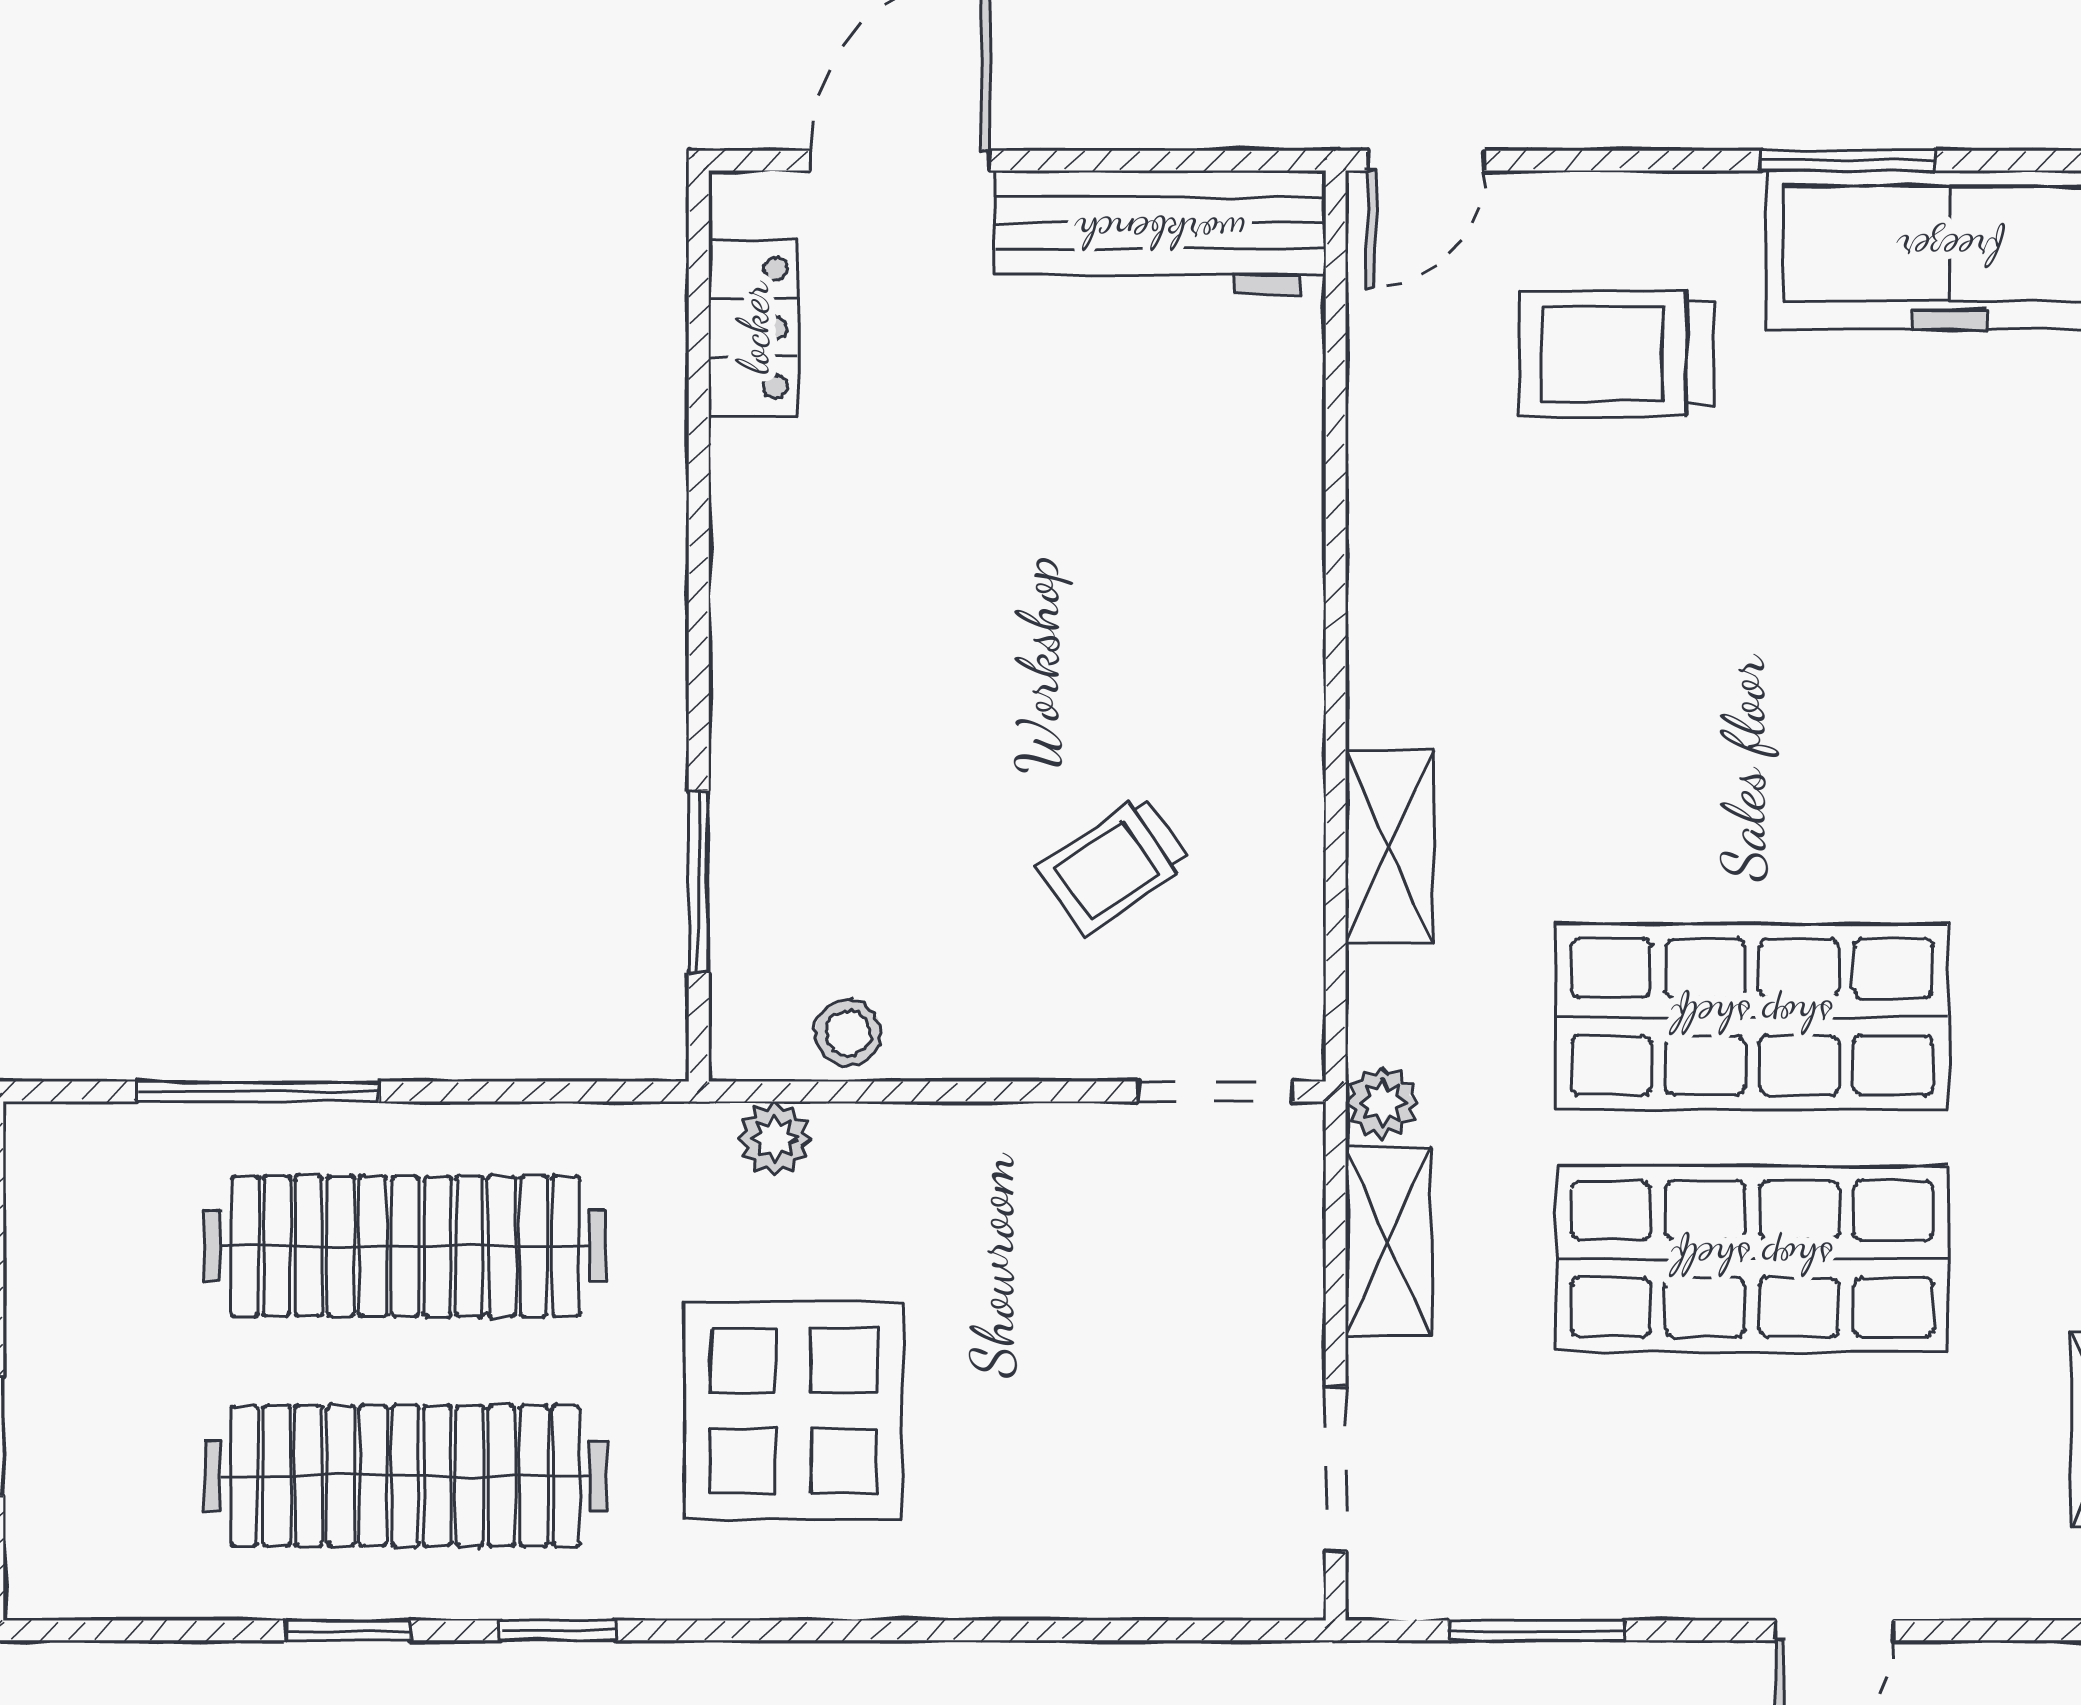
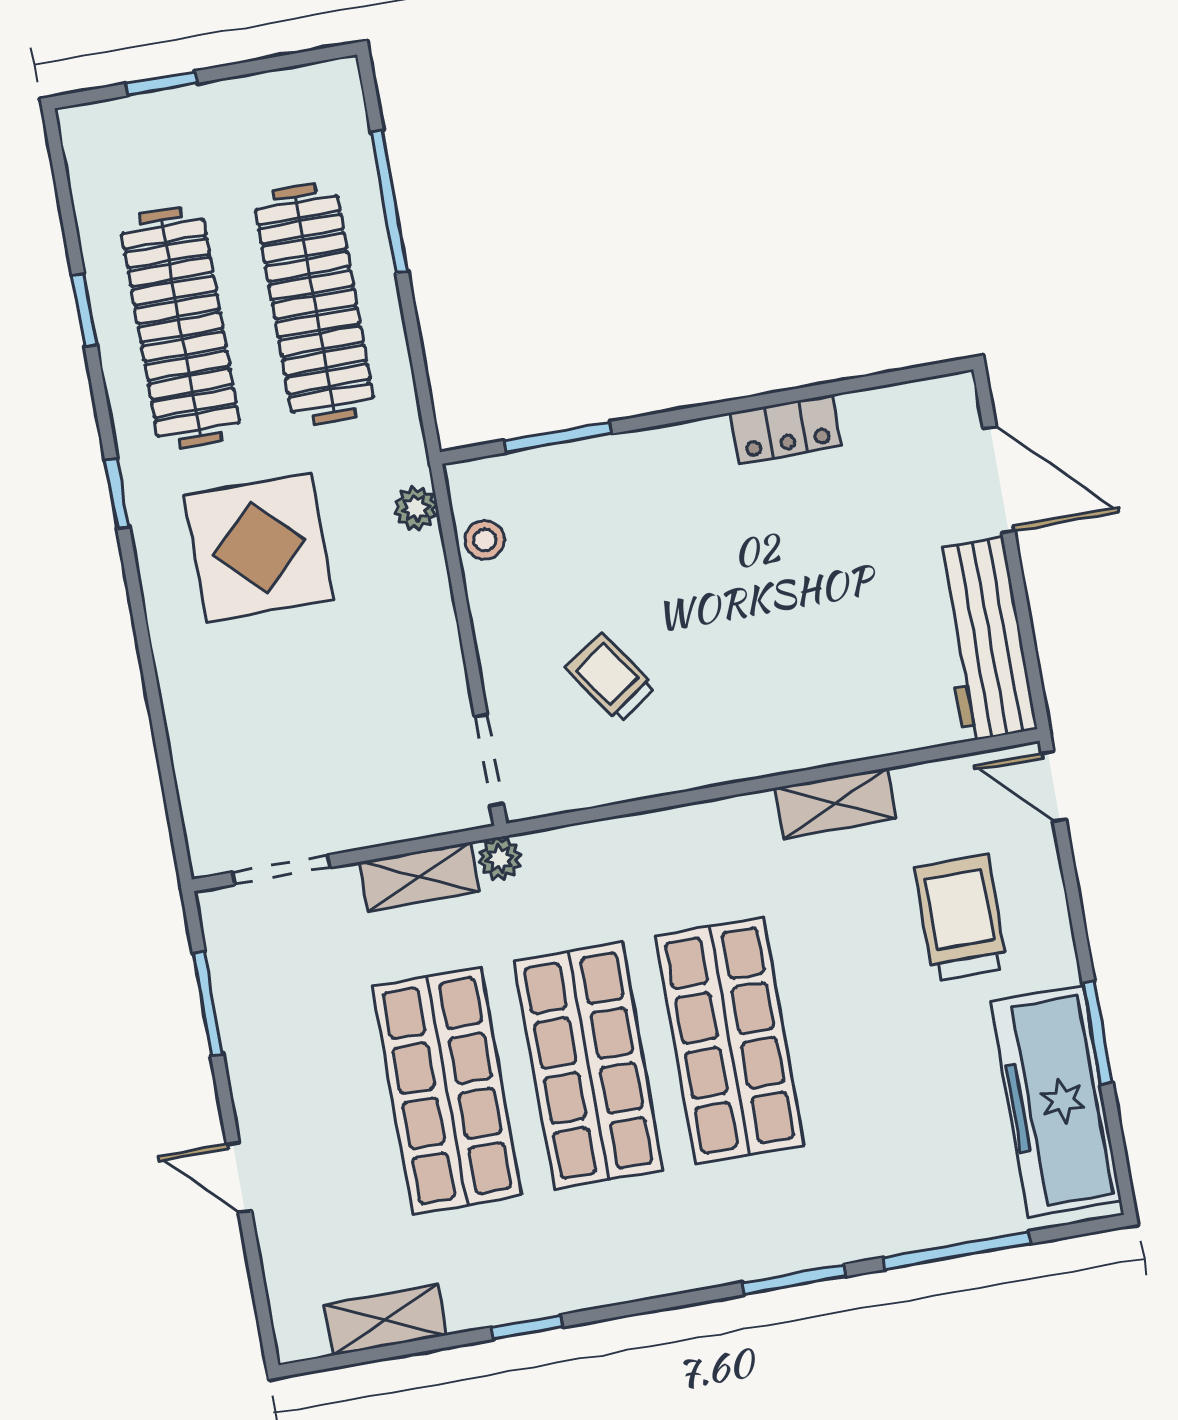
locker: (753, 328) -> (786, 429), moved
shop shelf: (1752, 774) -> (730, 1040), added
shelving: (1389, 846) -> (835, 803), moved
window: (558, 1630) -> (117, 493), moved

